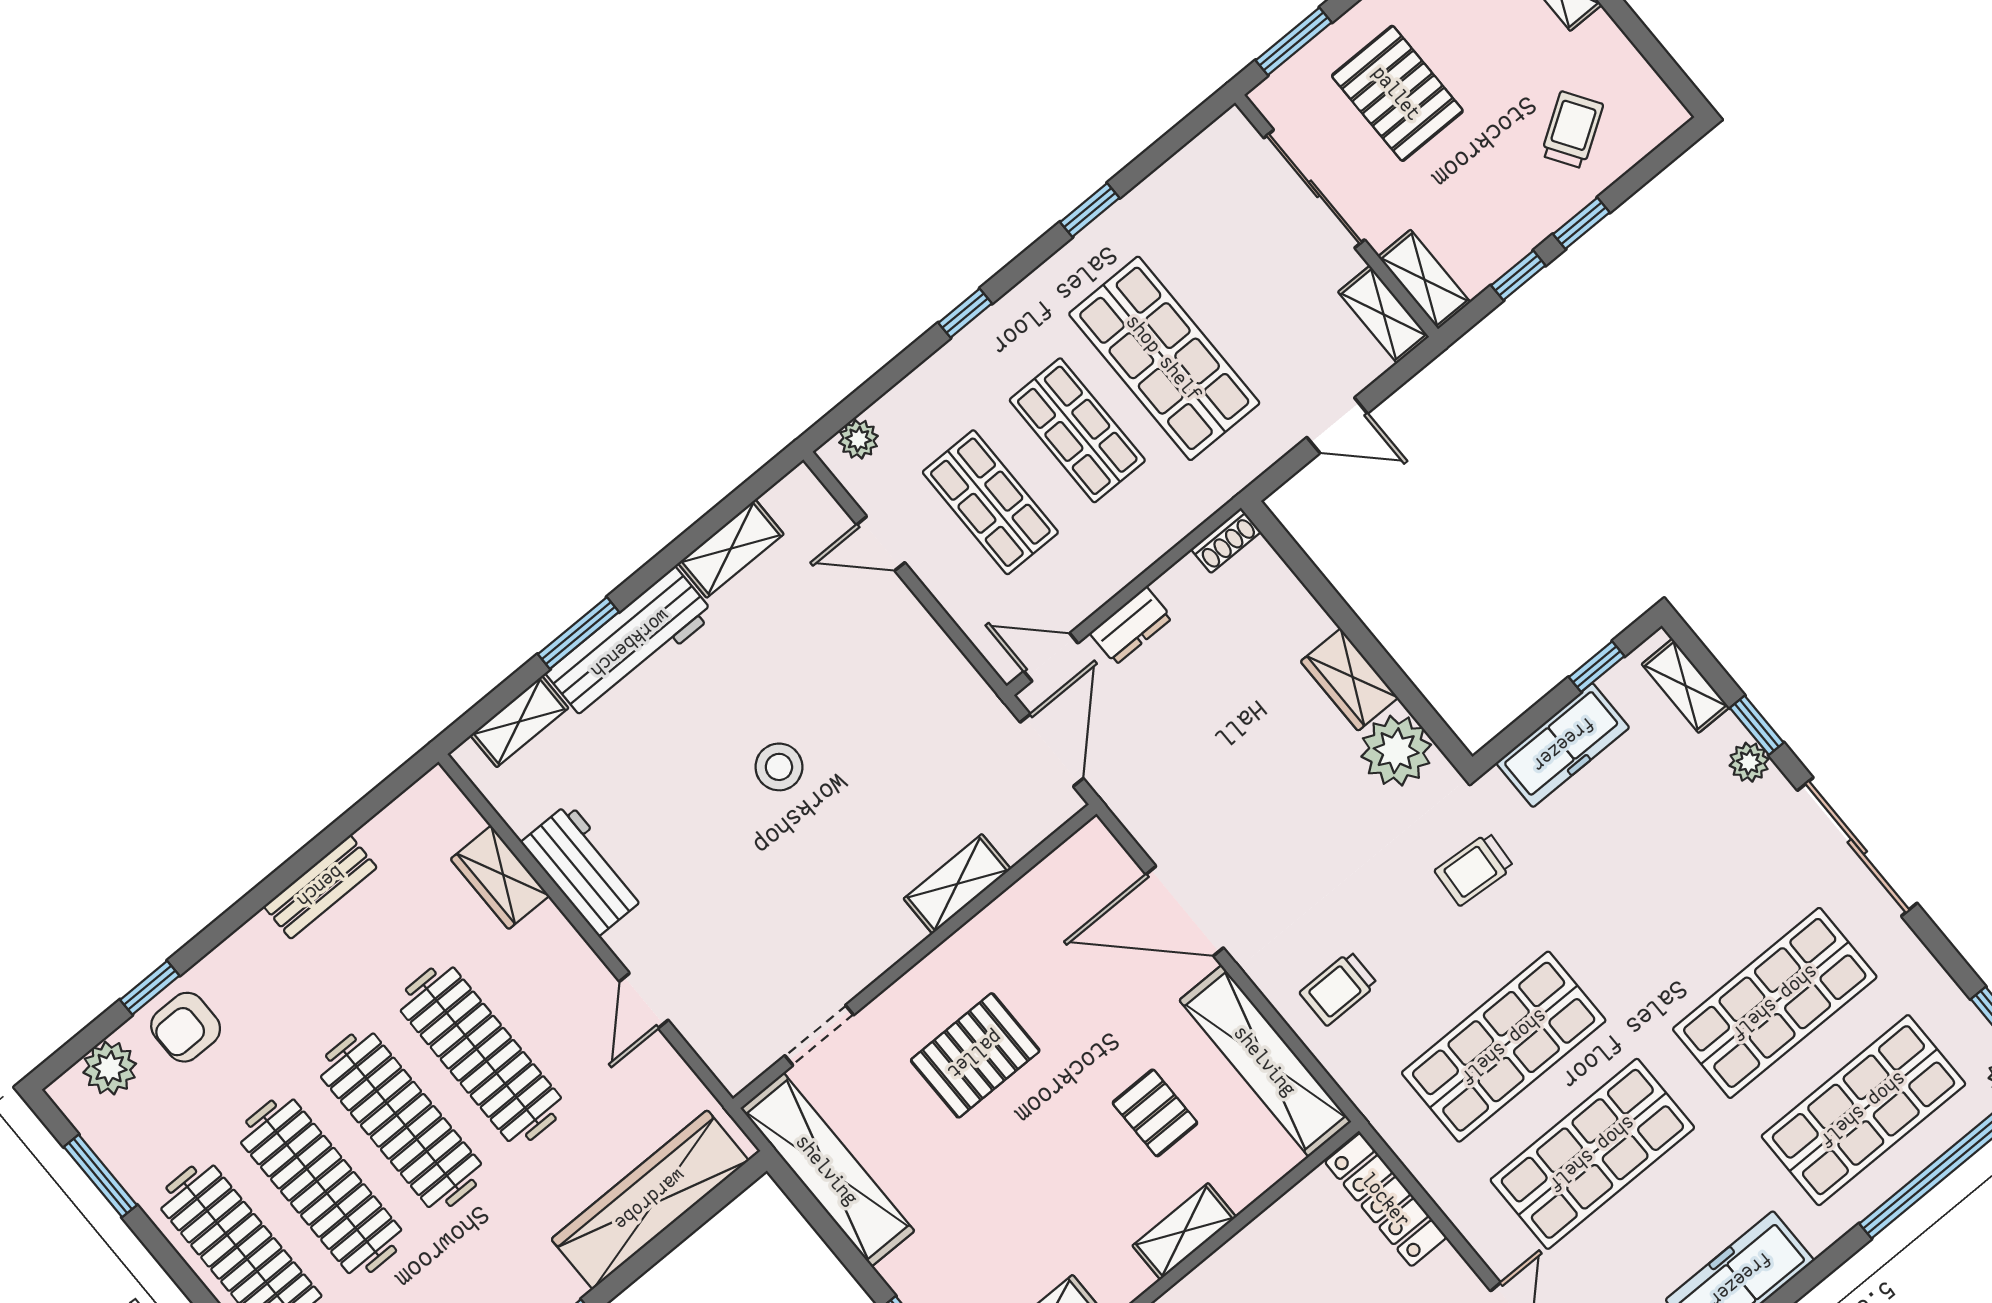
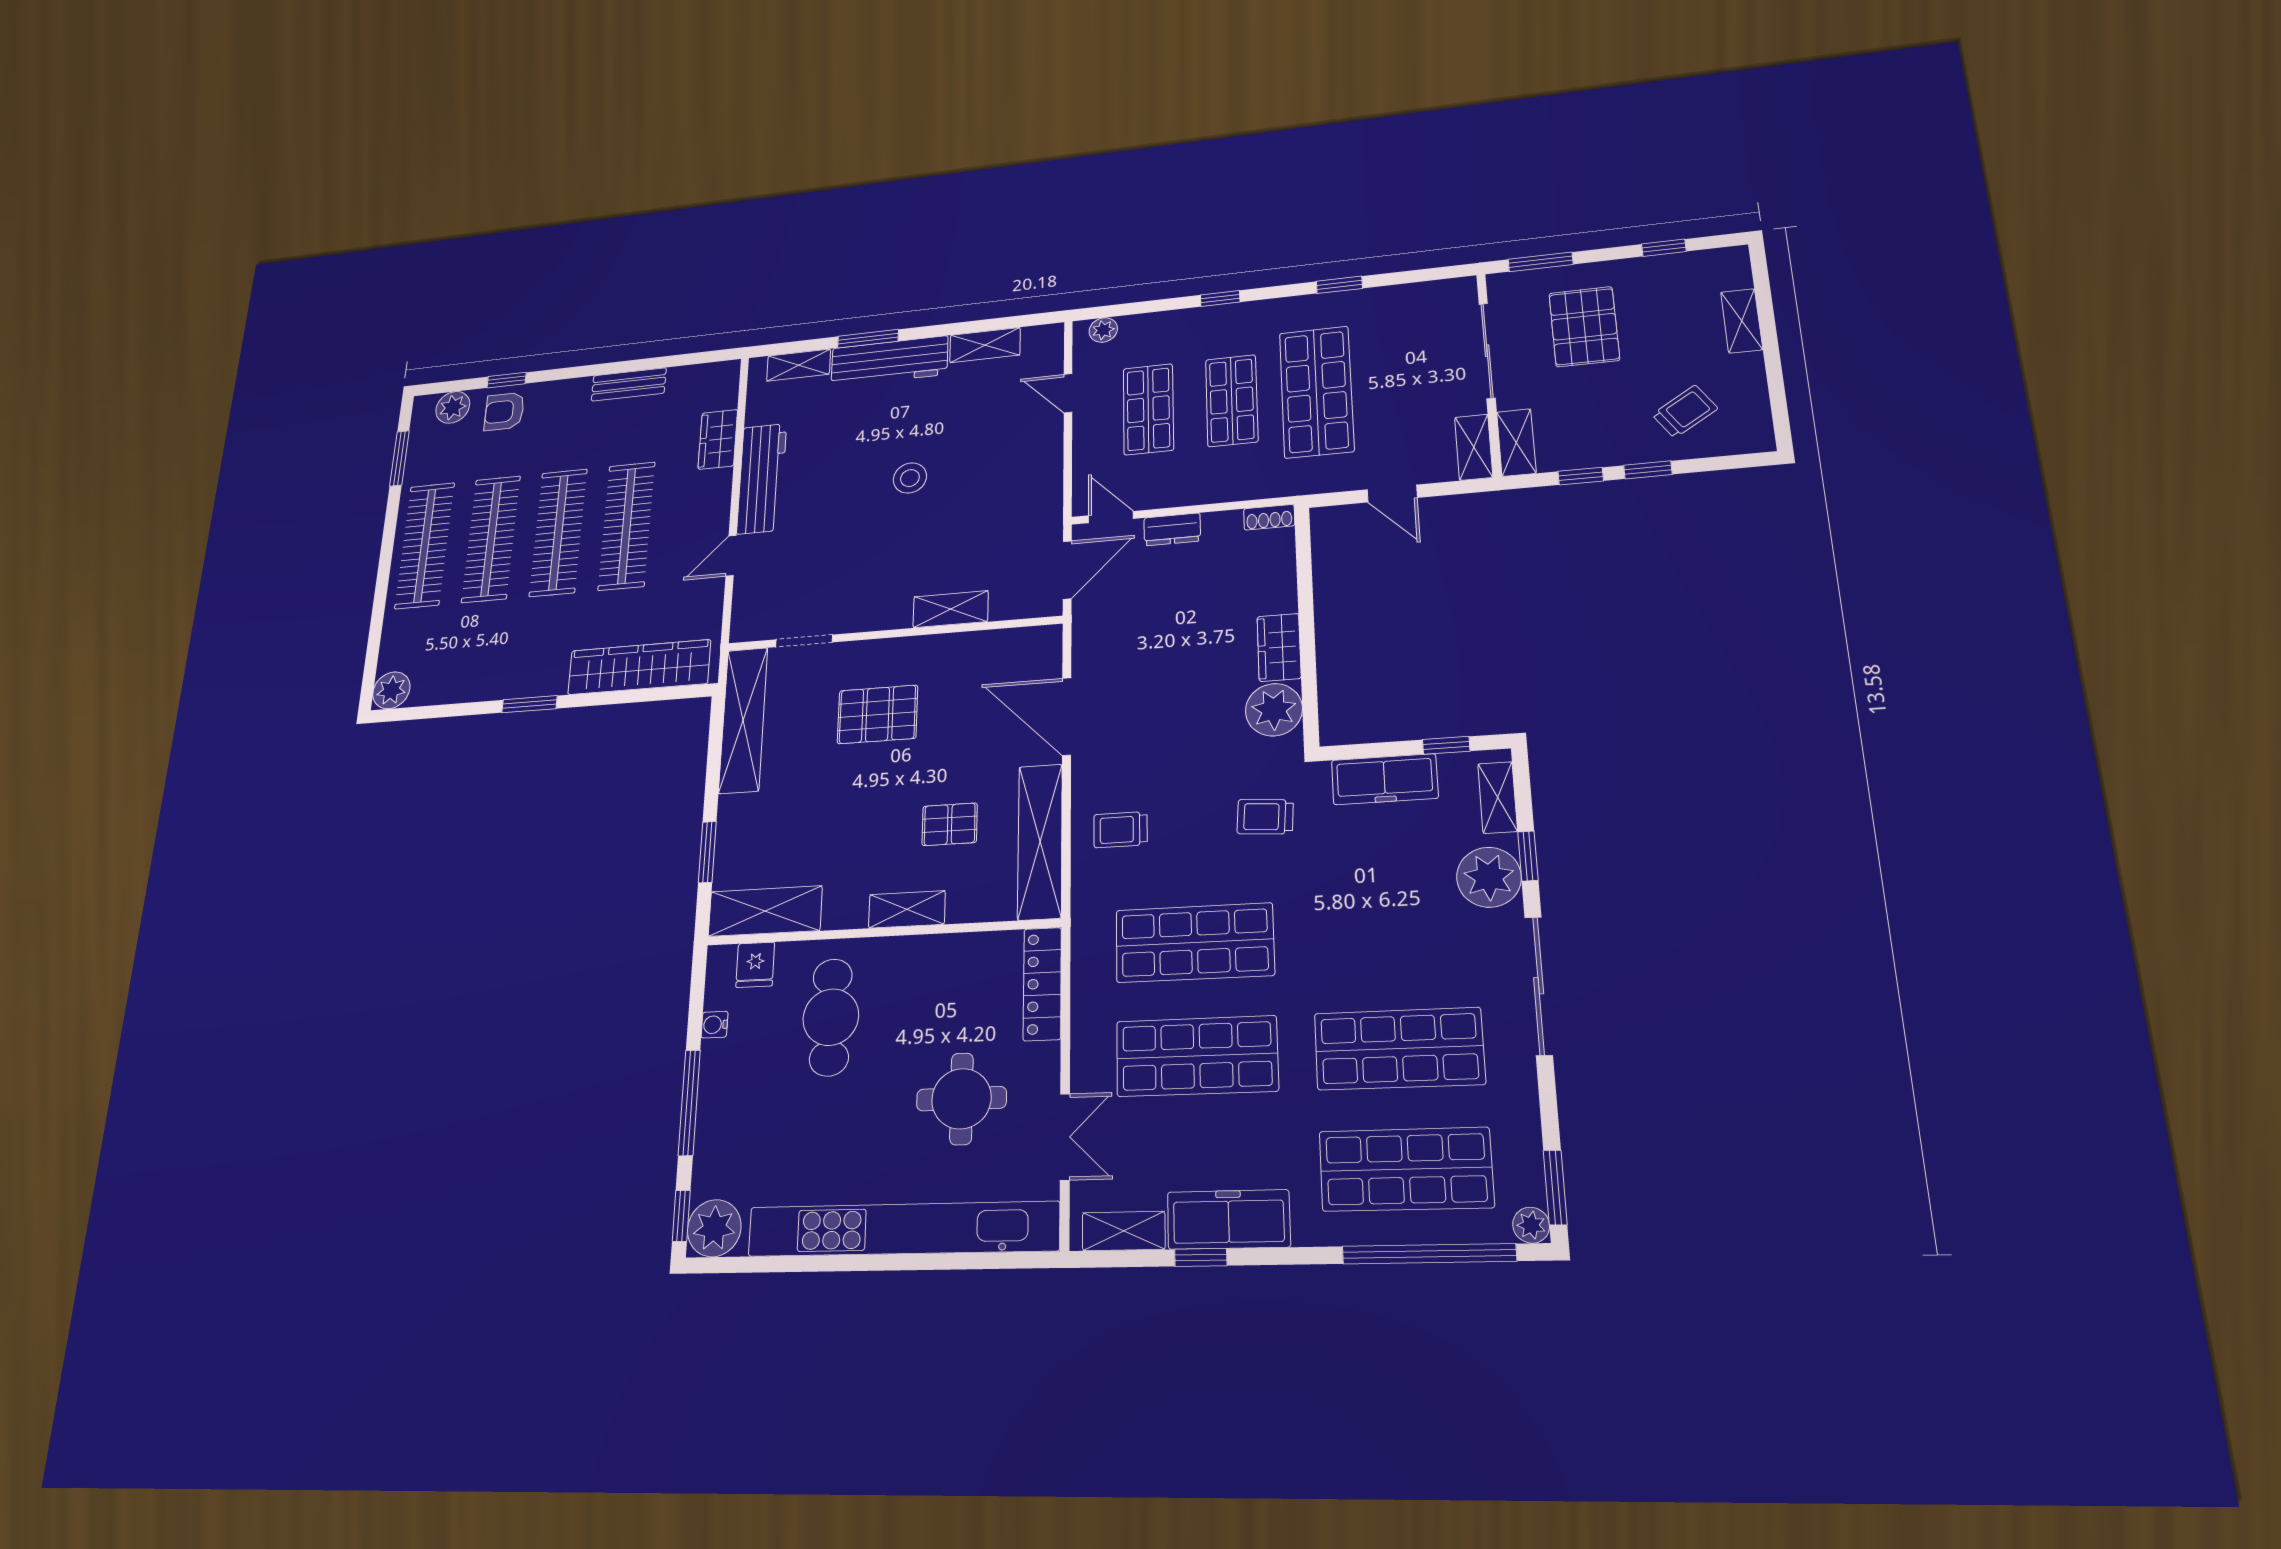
plant: (1749, 762) -> (1489, 877), width x1.87, depth x1.87
workbench: (584, 869) -> (762, 479), width x1.38
pallet: (1155, 1113) -> (950, 824), turned 90

